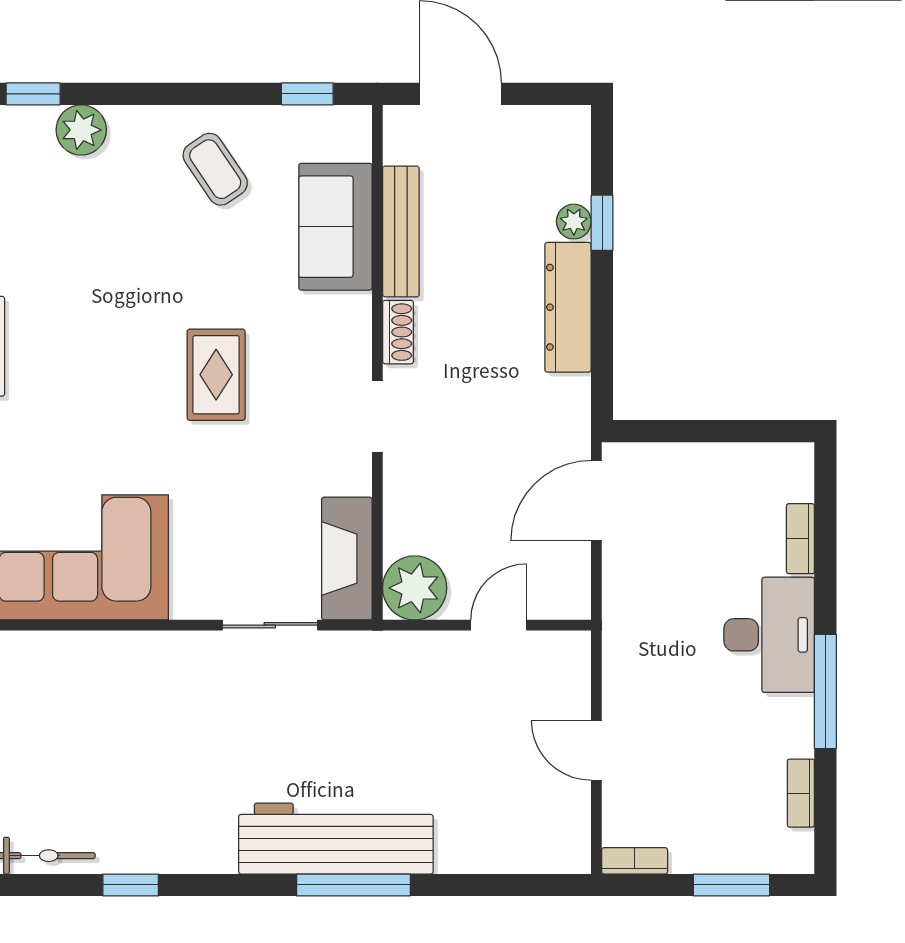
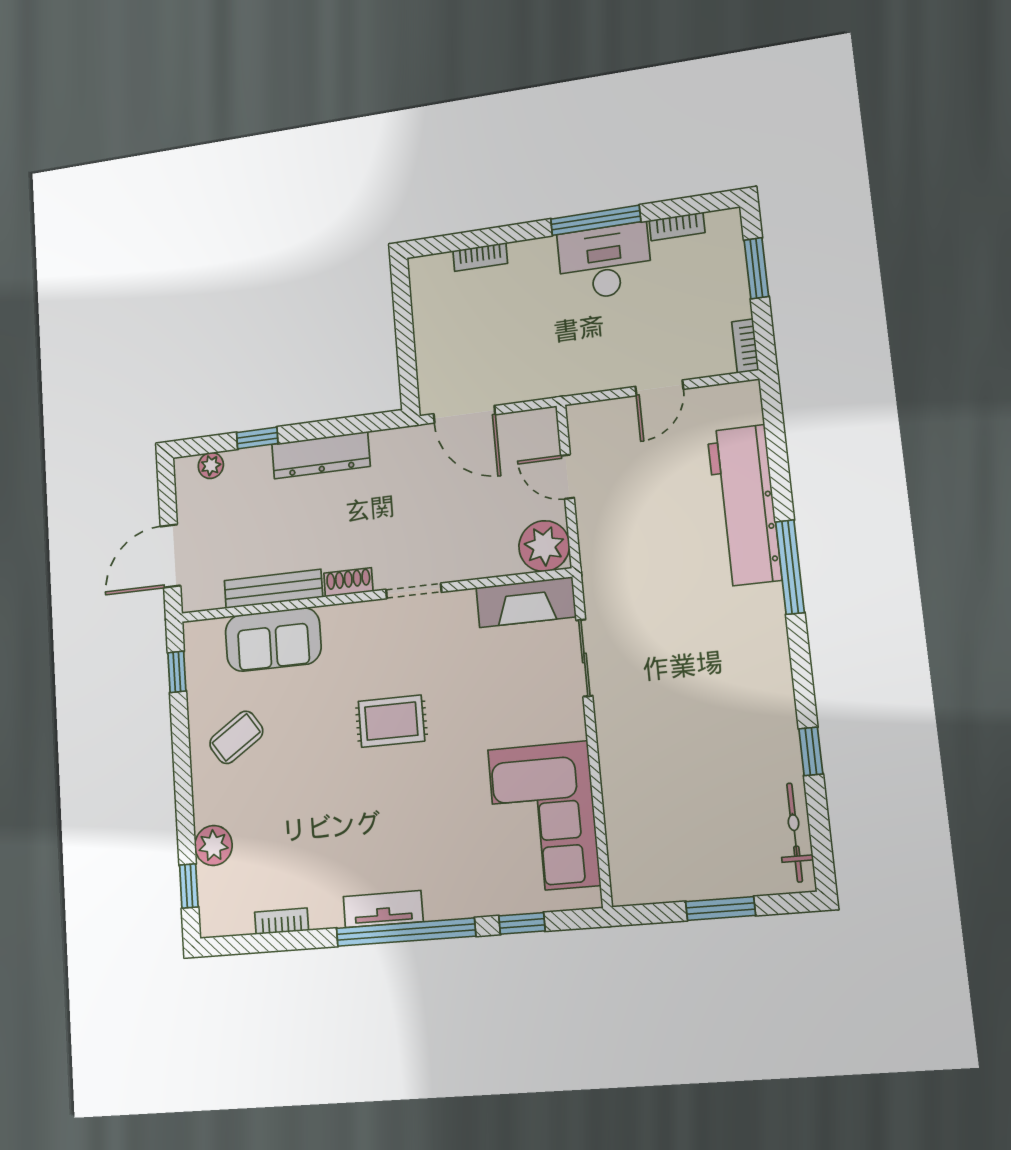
plant: (574, 222) -> (211, 466), moved
desk: (769, 635) -> (605, 262), moved
workbench: (336, 839) -> (744, 505), moved

